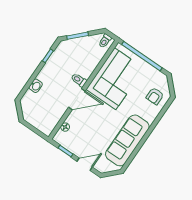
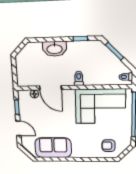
washbasin: (36, 86) -> (55, 49), width x1.91, depth x1.45
door: (77, 99) -> (51, 88), moved
sofa: (127, 140) -> (53, 148), width x0.73

